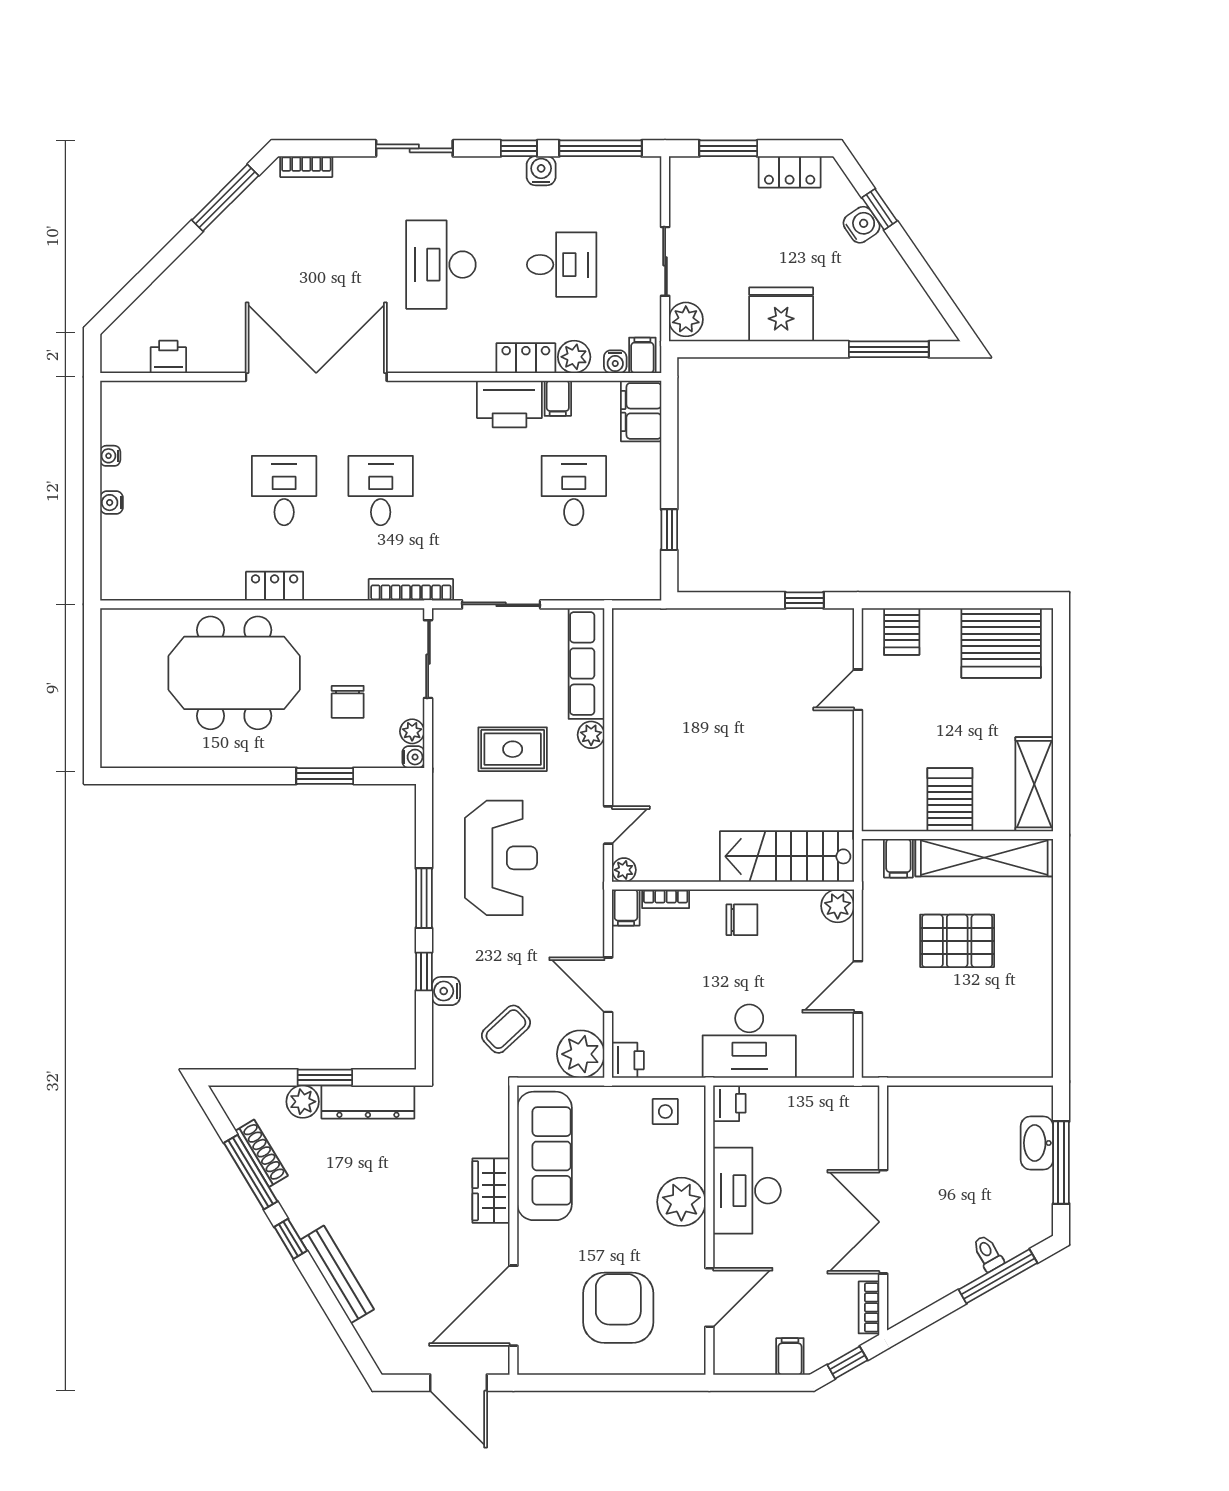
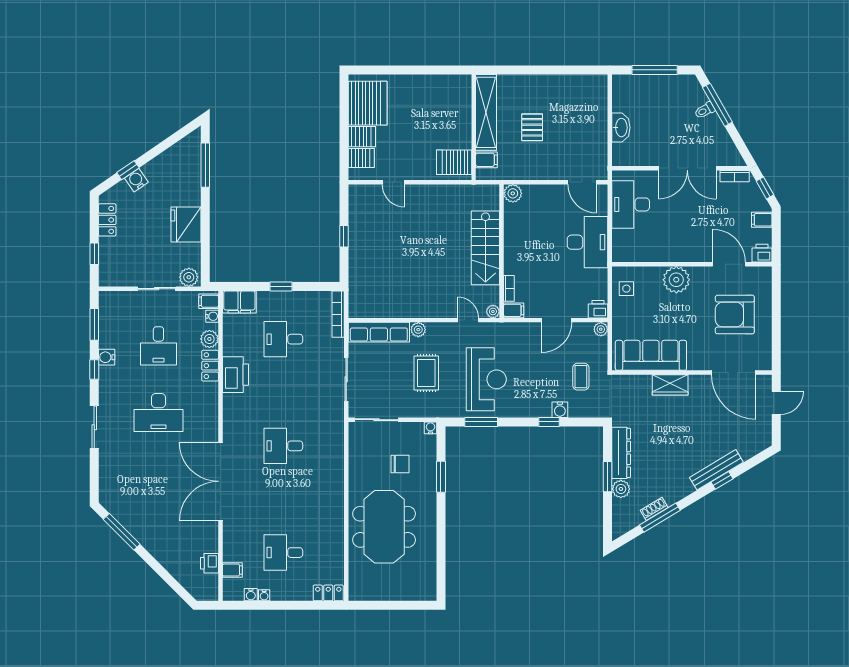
window: (600, 148) -> (94, 324), width x0.69
window: (728, 148) -> (94, 254), width x0.67
bookcase: (306, 167) -> (104, 487), removed
desk: (562, 265) -> (158, 346), turned 180
filing cabinet: (558, 398) -> (232, 570), moved
desk: (284, 491) -> (283, 553), moved
water cooler: (111, 503) -> (251, 595), moved
window: (669, 530) -> (281, 286), moved
locker: (275, 586) -> (328, 593), moved, turned 90
bookcase: (411, 590) -> (338, 314), moved
window: (804, 600) -> (344, 236), moved
server rack: (940, 633) -> (362, 137), added
plant: (412, 731) -> (416, 428), removed
shelving: (1034, 784) -> (446, 85), removed
server rack: (950, 800) -> (454, 162), moved
stairs: (787, 856) -> (485, 248), moved
reception desk: (501, 858) -> (486, 379), turned 90
window: (424, 898) -> (481, 422), moved
chair: (742, 920) -> (520, 246), removed
pallet: (957, 941) -> (532, 127), width x0.67, depth x0.71
door: (858, 987) -> (582, 182), moved
coffee table: (506, 1029) -> (581, 377), turned 43
plant: (581, 1054) -> (601, 329), width x0.53, depth x0.53
printer: (729, 1103) -> (762, 253), moved
washbasin: (1037, 1143) -> (621, 128), moved, turned -90
shoe rack: (262, 1153) -> (654, 509), width x0.70
desk: (747, 1191) -> (631, 204), moved, turned 90
window: (291, 1239) -> (722, 480), moved
door: (459, 1383) -> (776, 403), width x0.73

